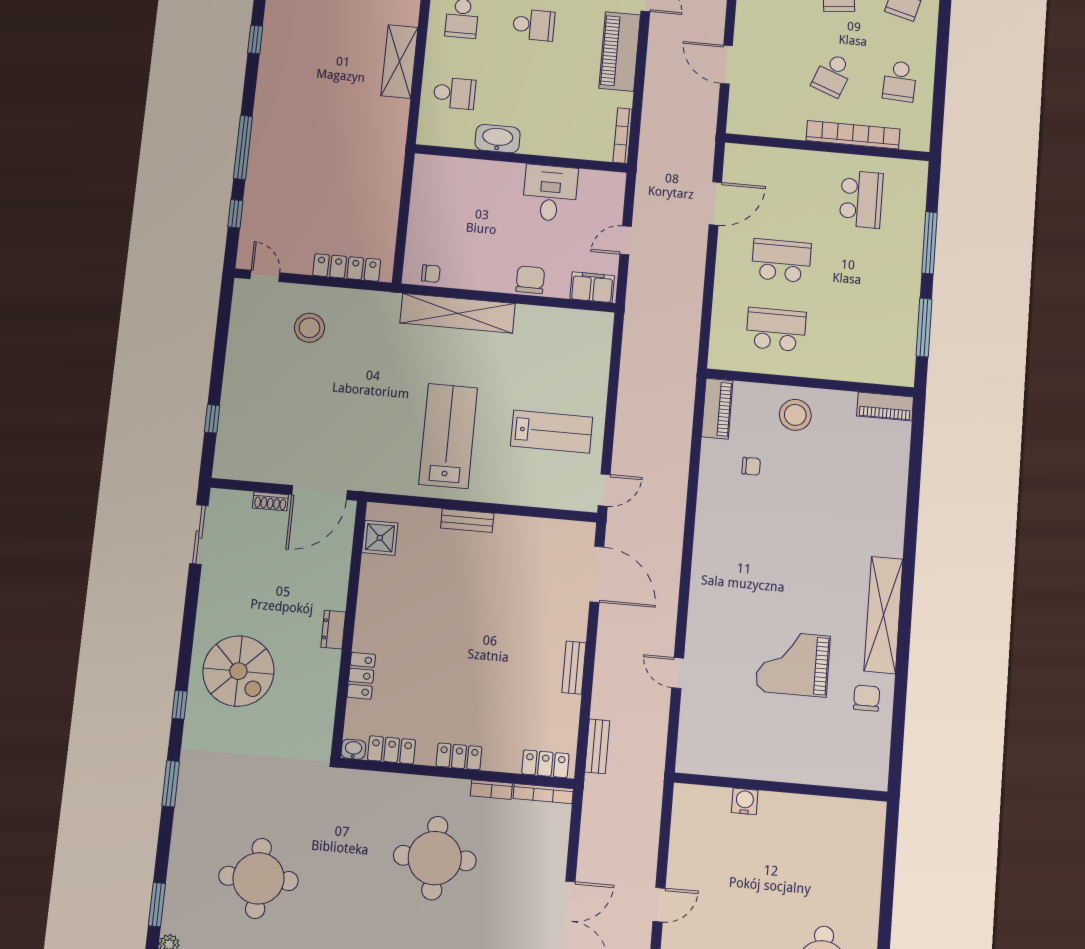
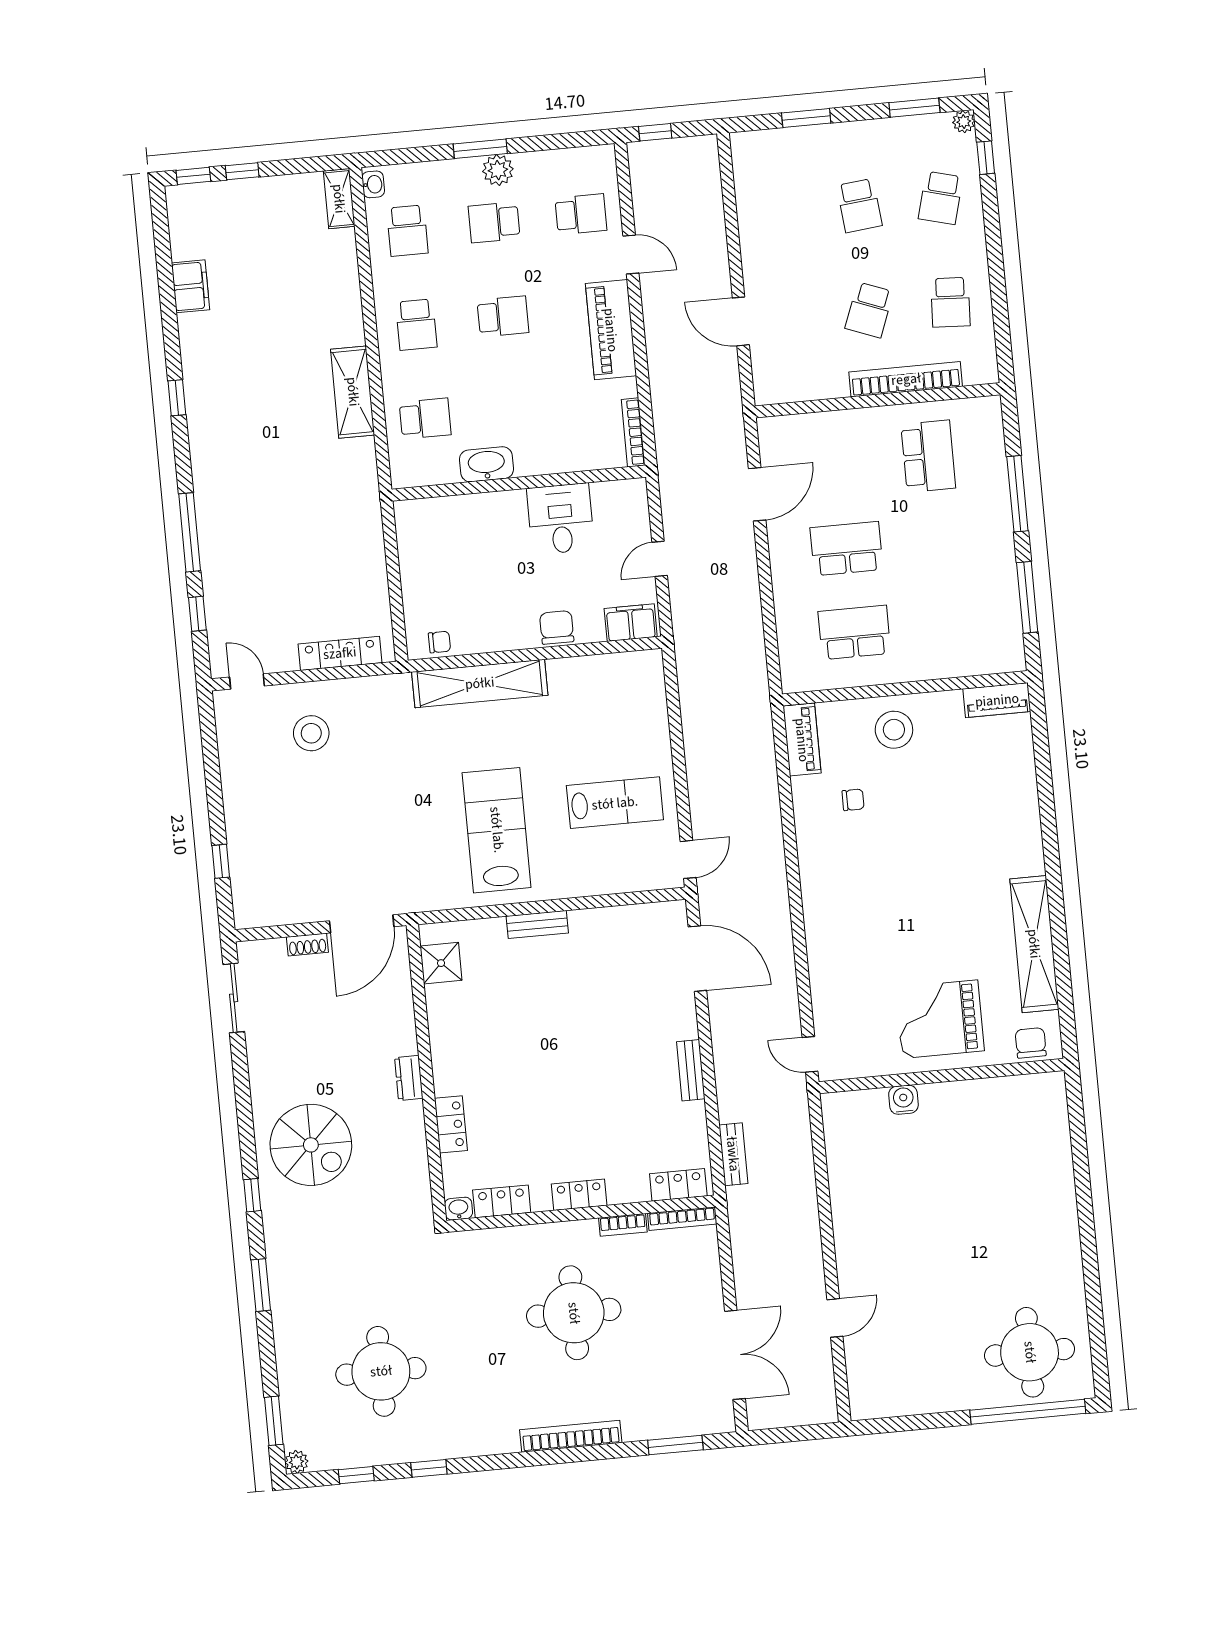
wall: (781, 787) -> (942, 1076), moved
water cooler: (745, 801) -> (903, 1100), moved

